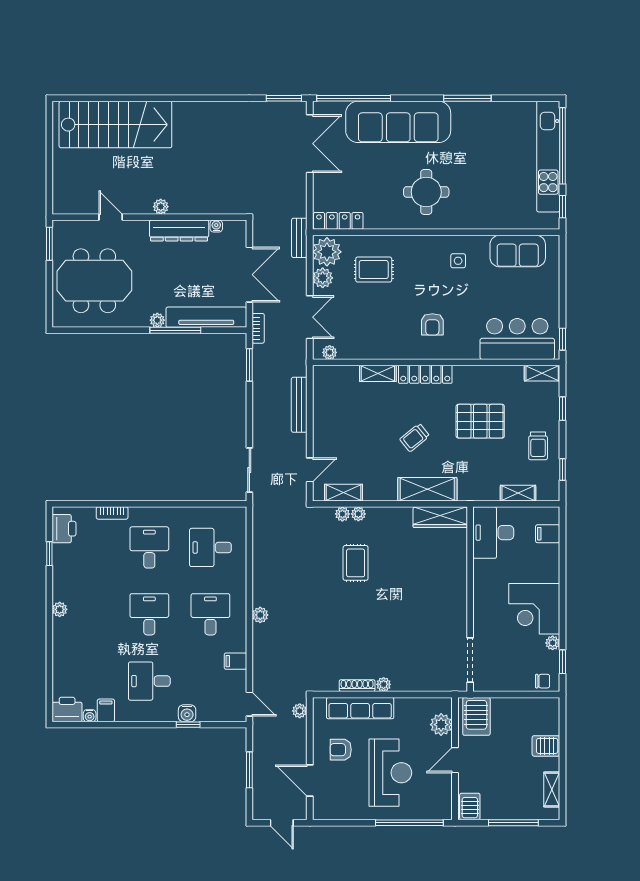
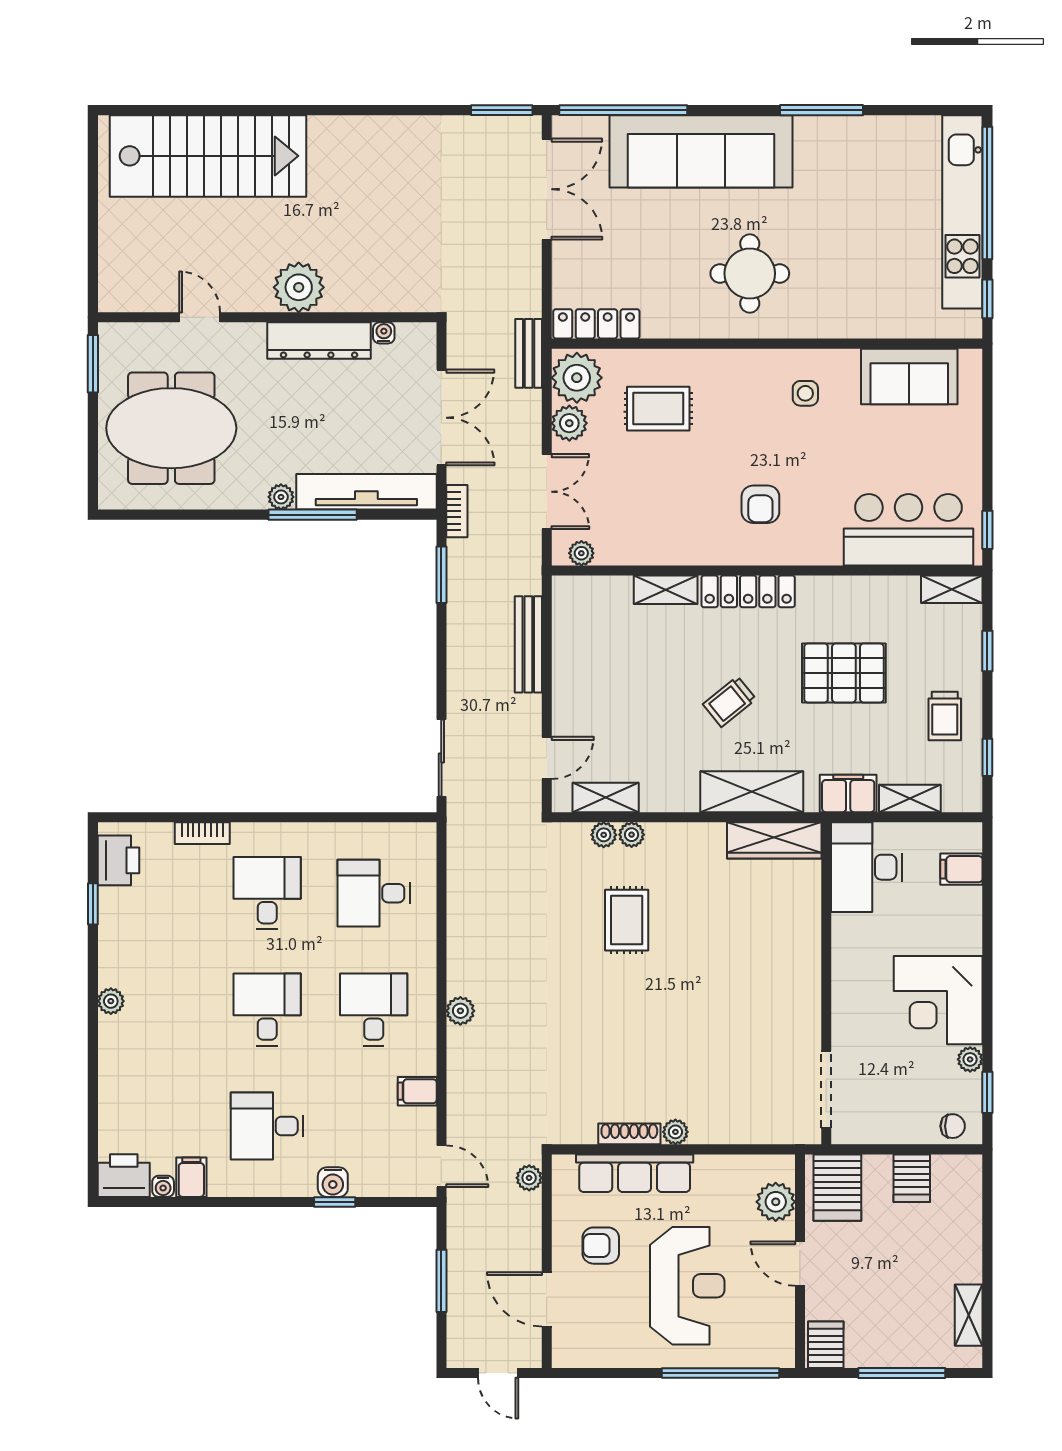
plant: (161, 207) -> (299, 287), width x1.87, depth x1.87
filing cabinet: (483, 490) -> (848, 793), added
server rack: (546, 746) -> (912, 1178), moved, turned -90
door: (455, 760) -> (800, 1264), hinge flipped

